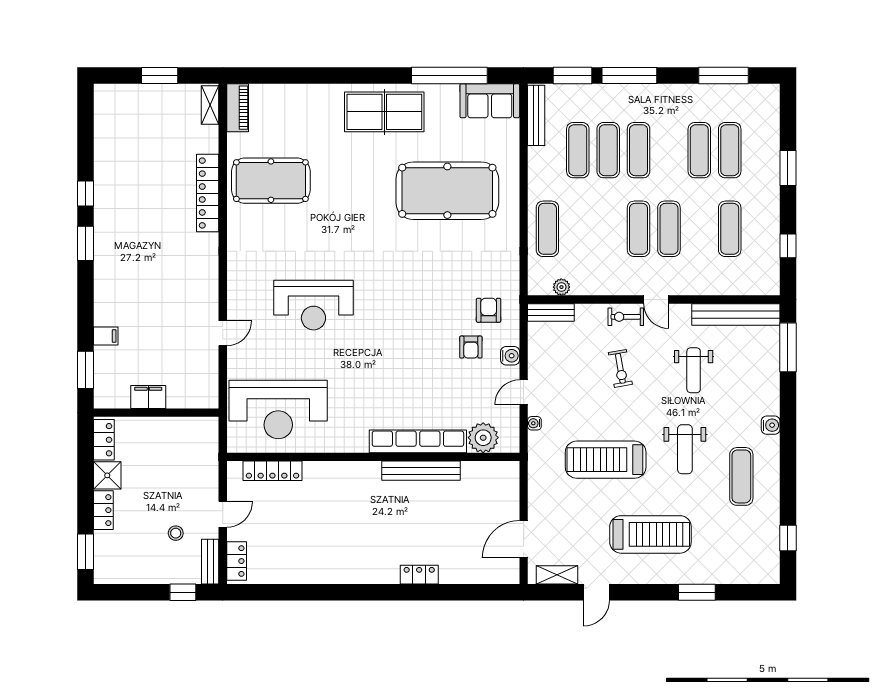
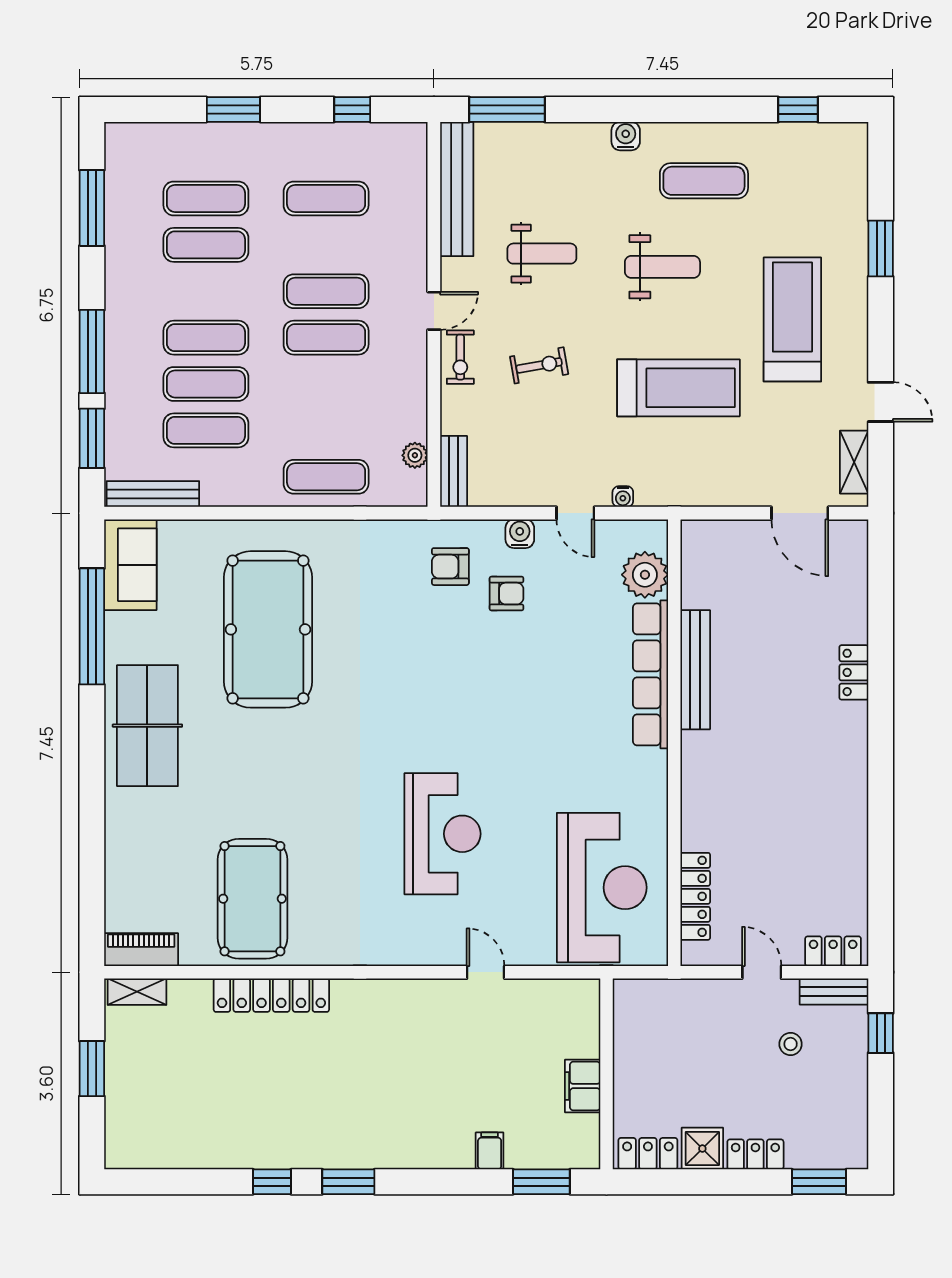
treadmill: (606, 460) -> (678, 388), turned -90

